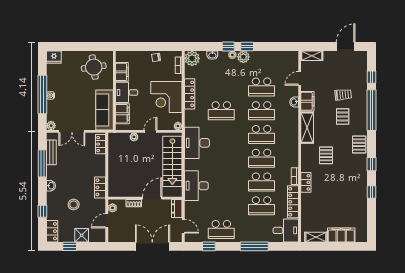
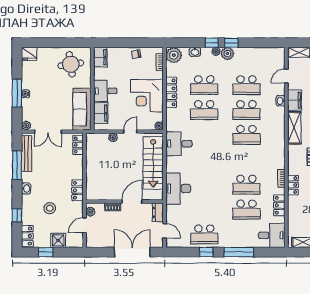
filing cabinet: (122, 72) -> (100, 57), moved
window: (42, 94) -> (17, 93), width x0.68
desk: (197, 143) -> (179, 144), width x0.73
bench: (51, 152) -> (27, 154), width x1.36
school desk: (262, 158) -> (204, 85), moved
locker: (293, 202) -> (279, 205), width x0.66
window: (209, 246) -> (206, 252), moved

